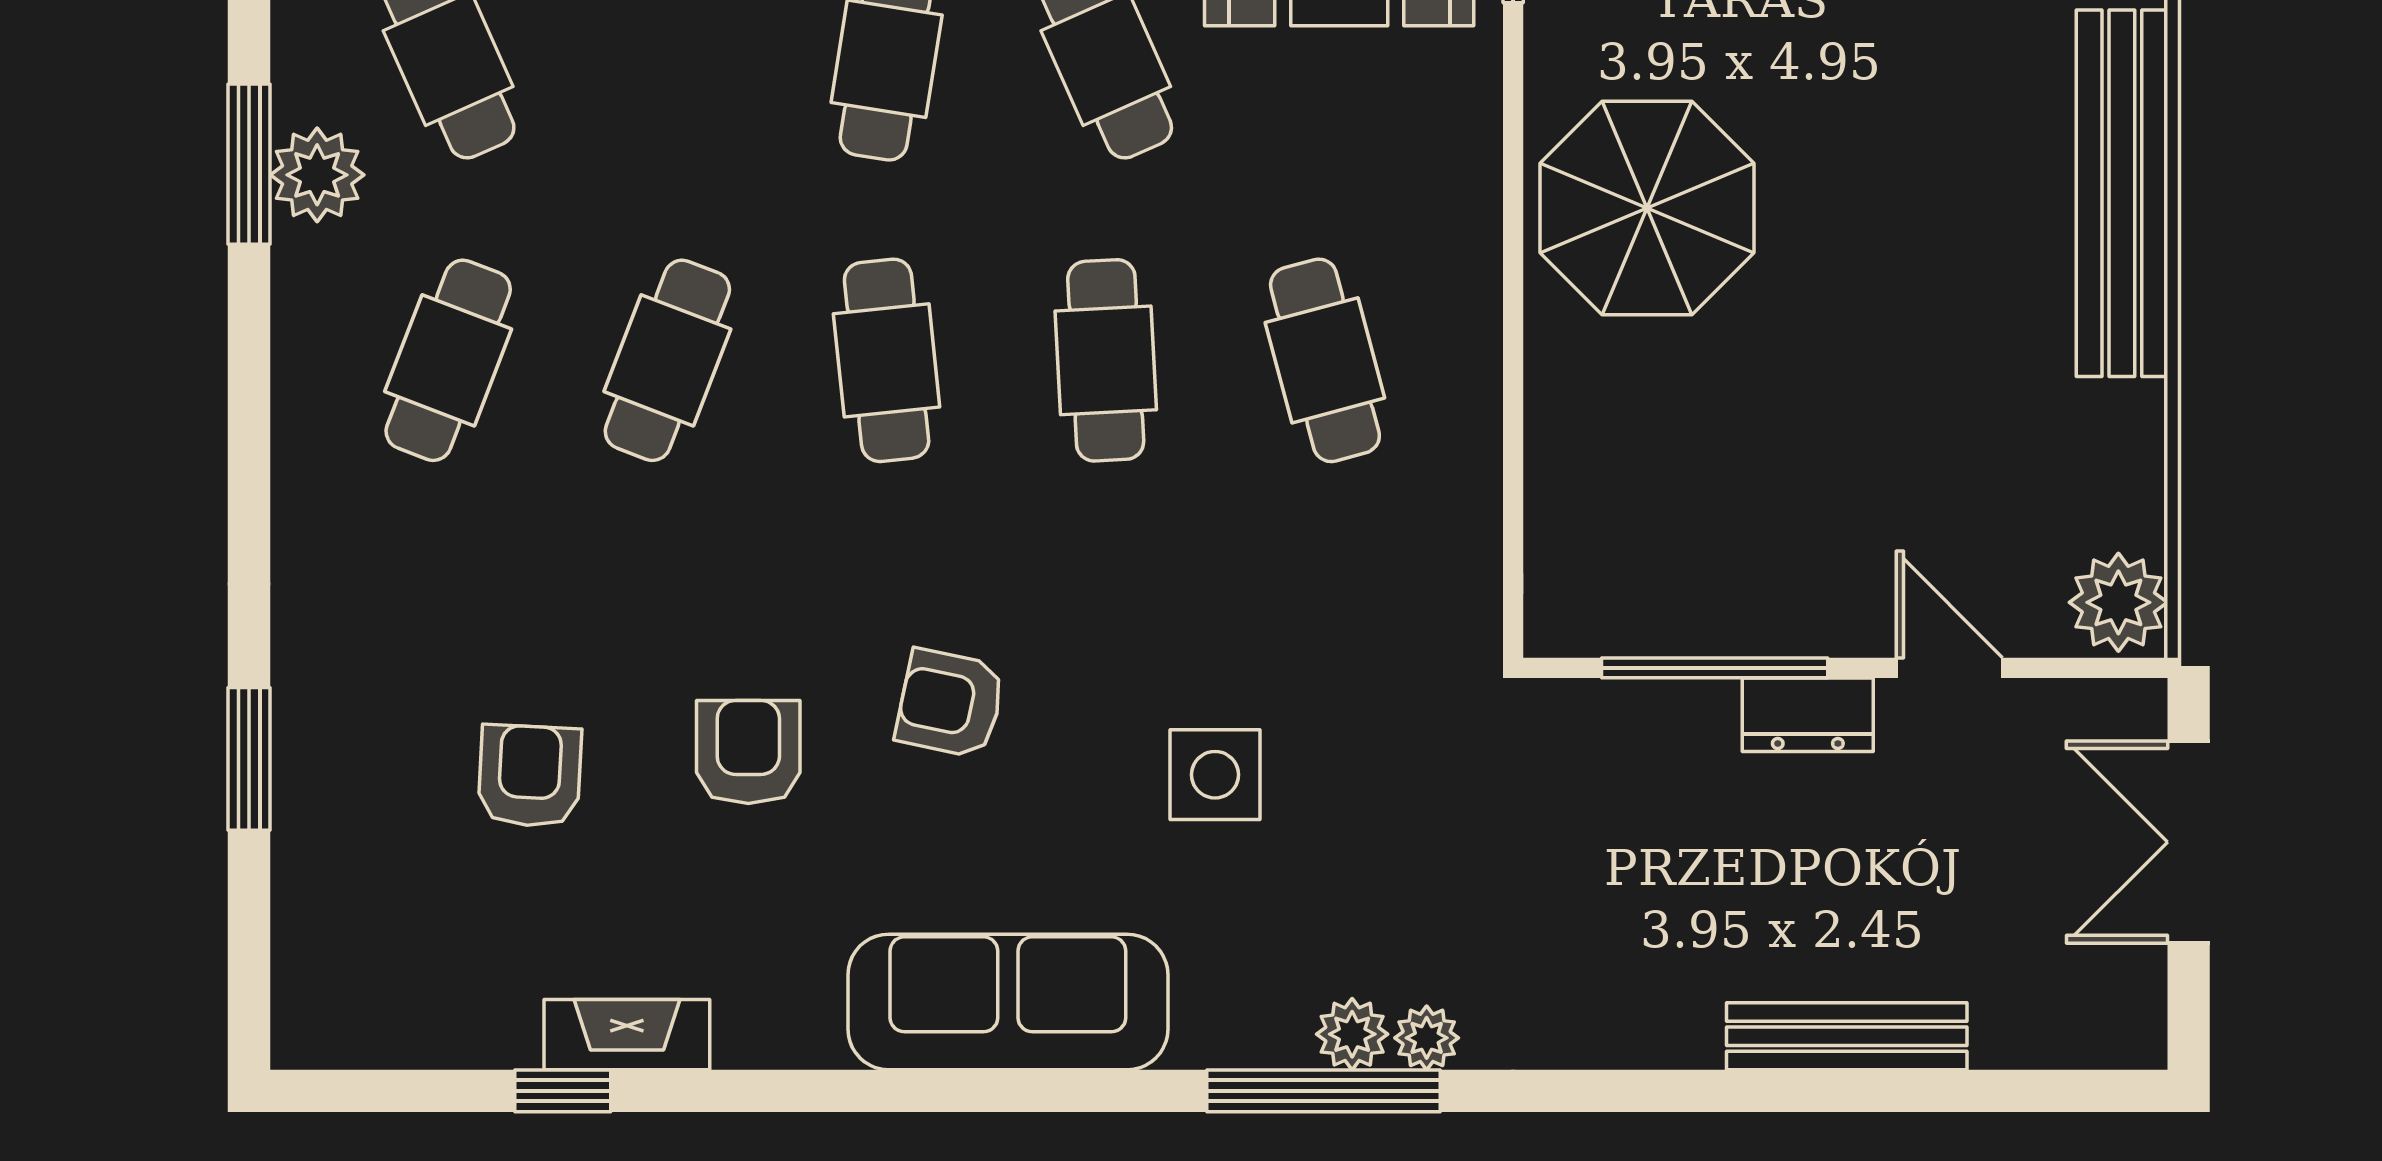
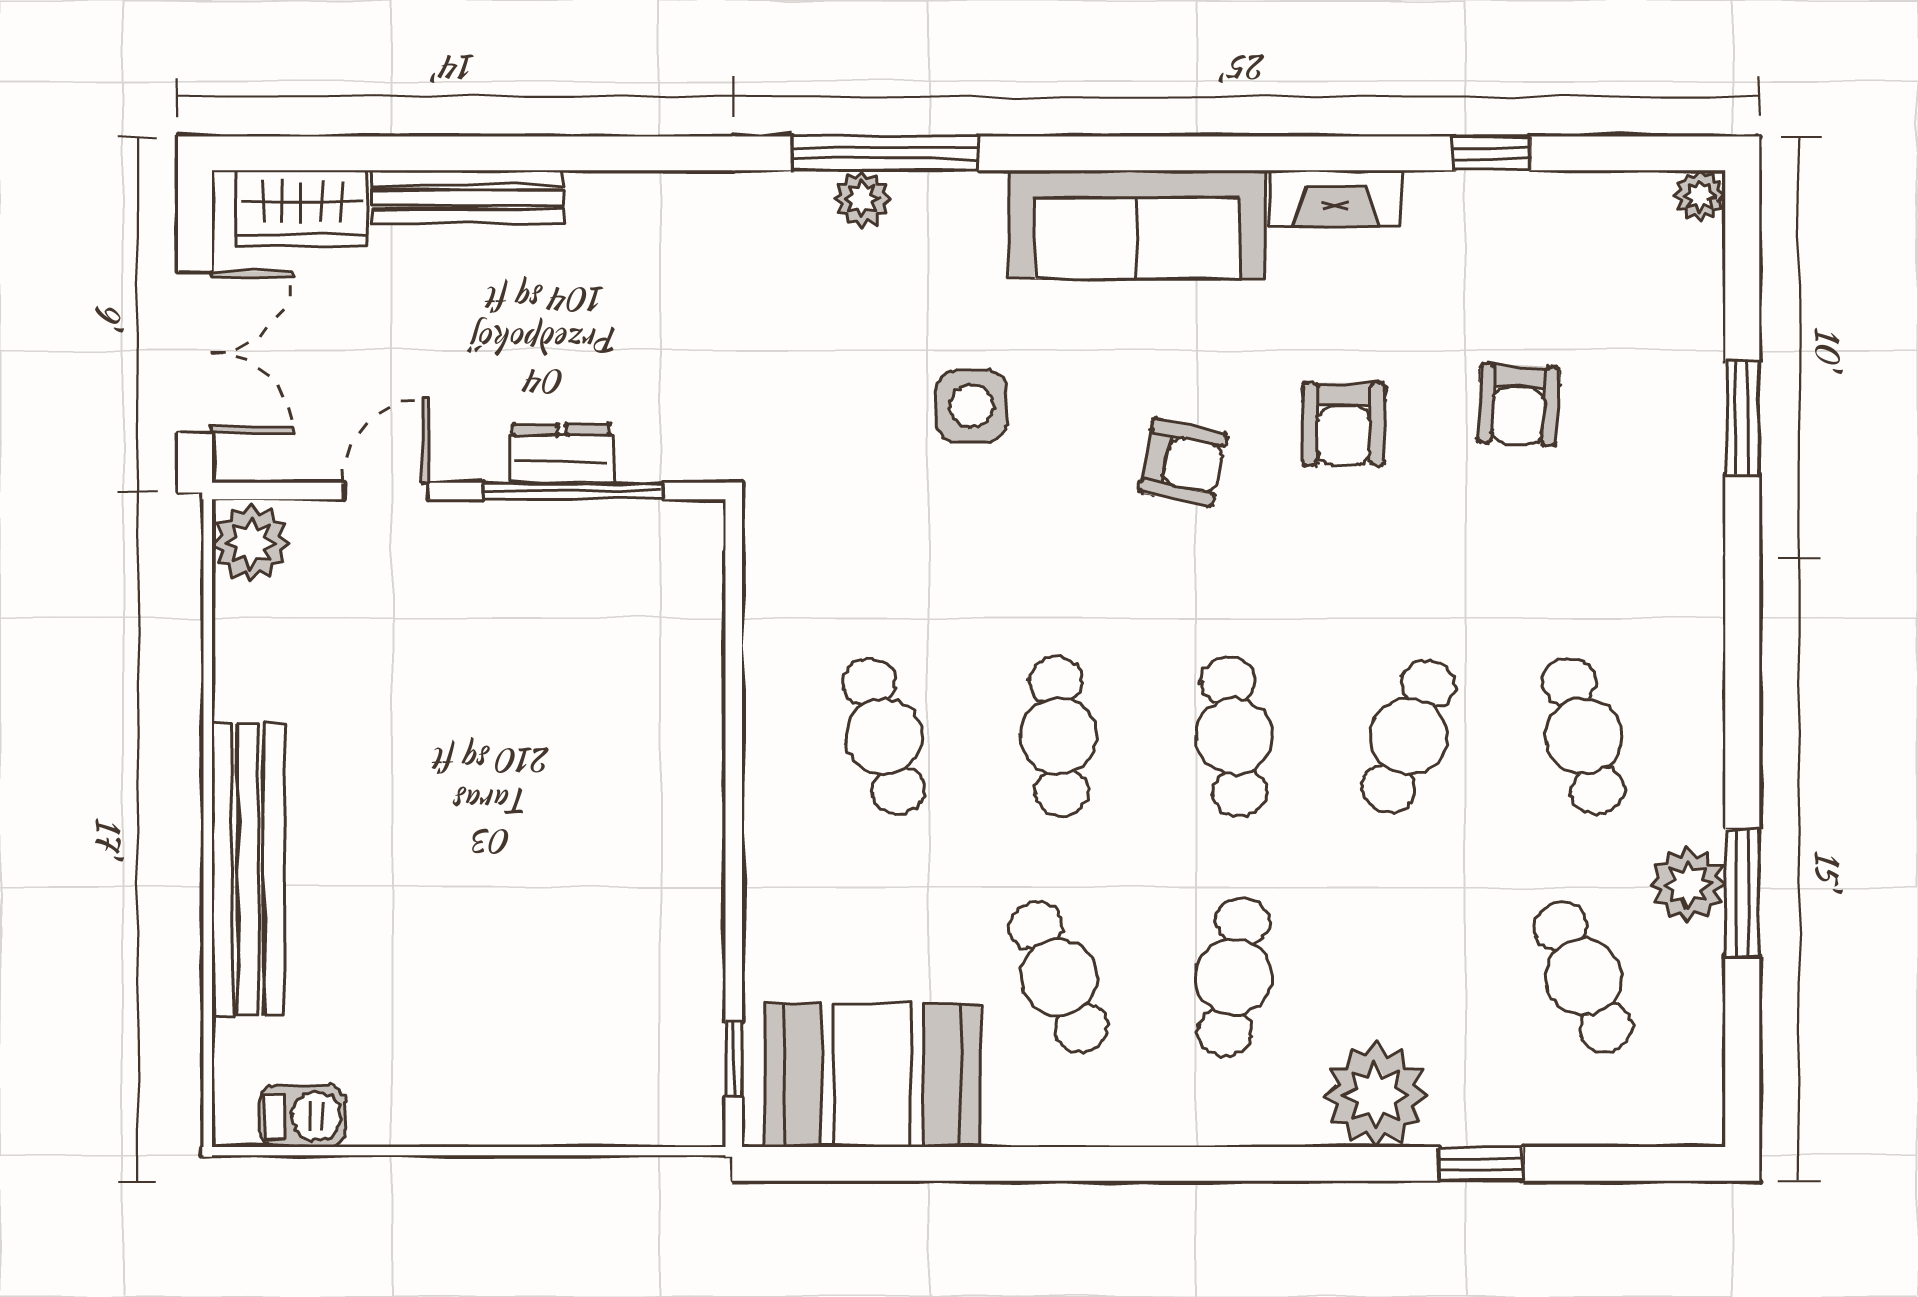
parasol: (1647, 208) -> (627, 858), removed
cafe table: (448, 360) -> (1583, 736), turned -36
door: (1949, 668) -> (386, 491), swing flipped
dresser: (1808, 715) -> (562, 454), moved
wardrobe: (2055, 1023) -> (301, 208), added
fireplace: (627, 1035) -> (1336, 198), moved
plant: (1427, 1038) -> (1700, 196), moved

